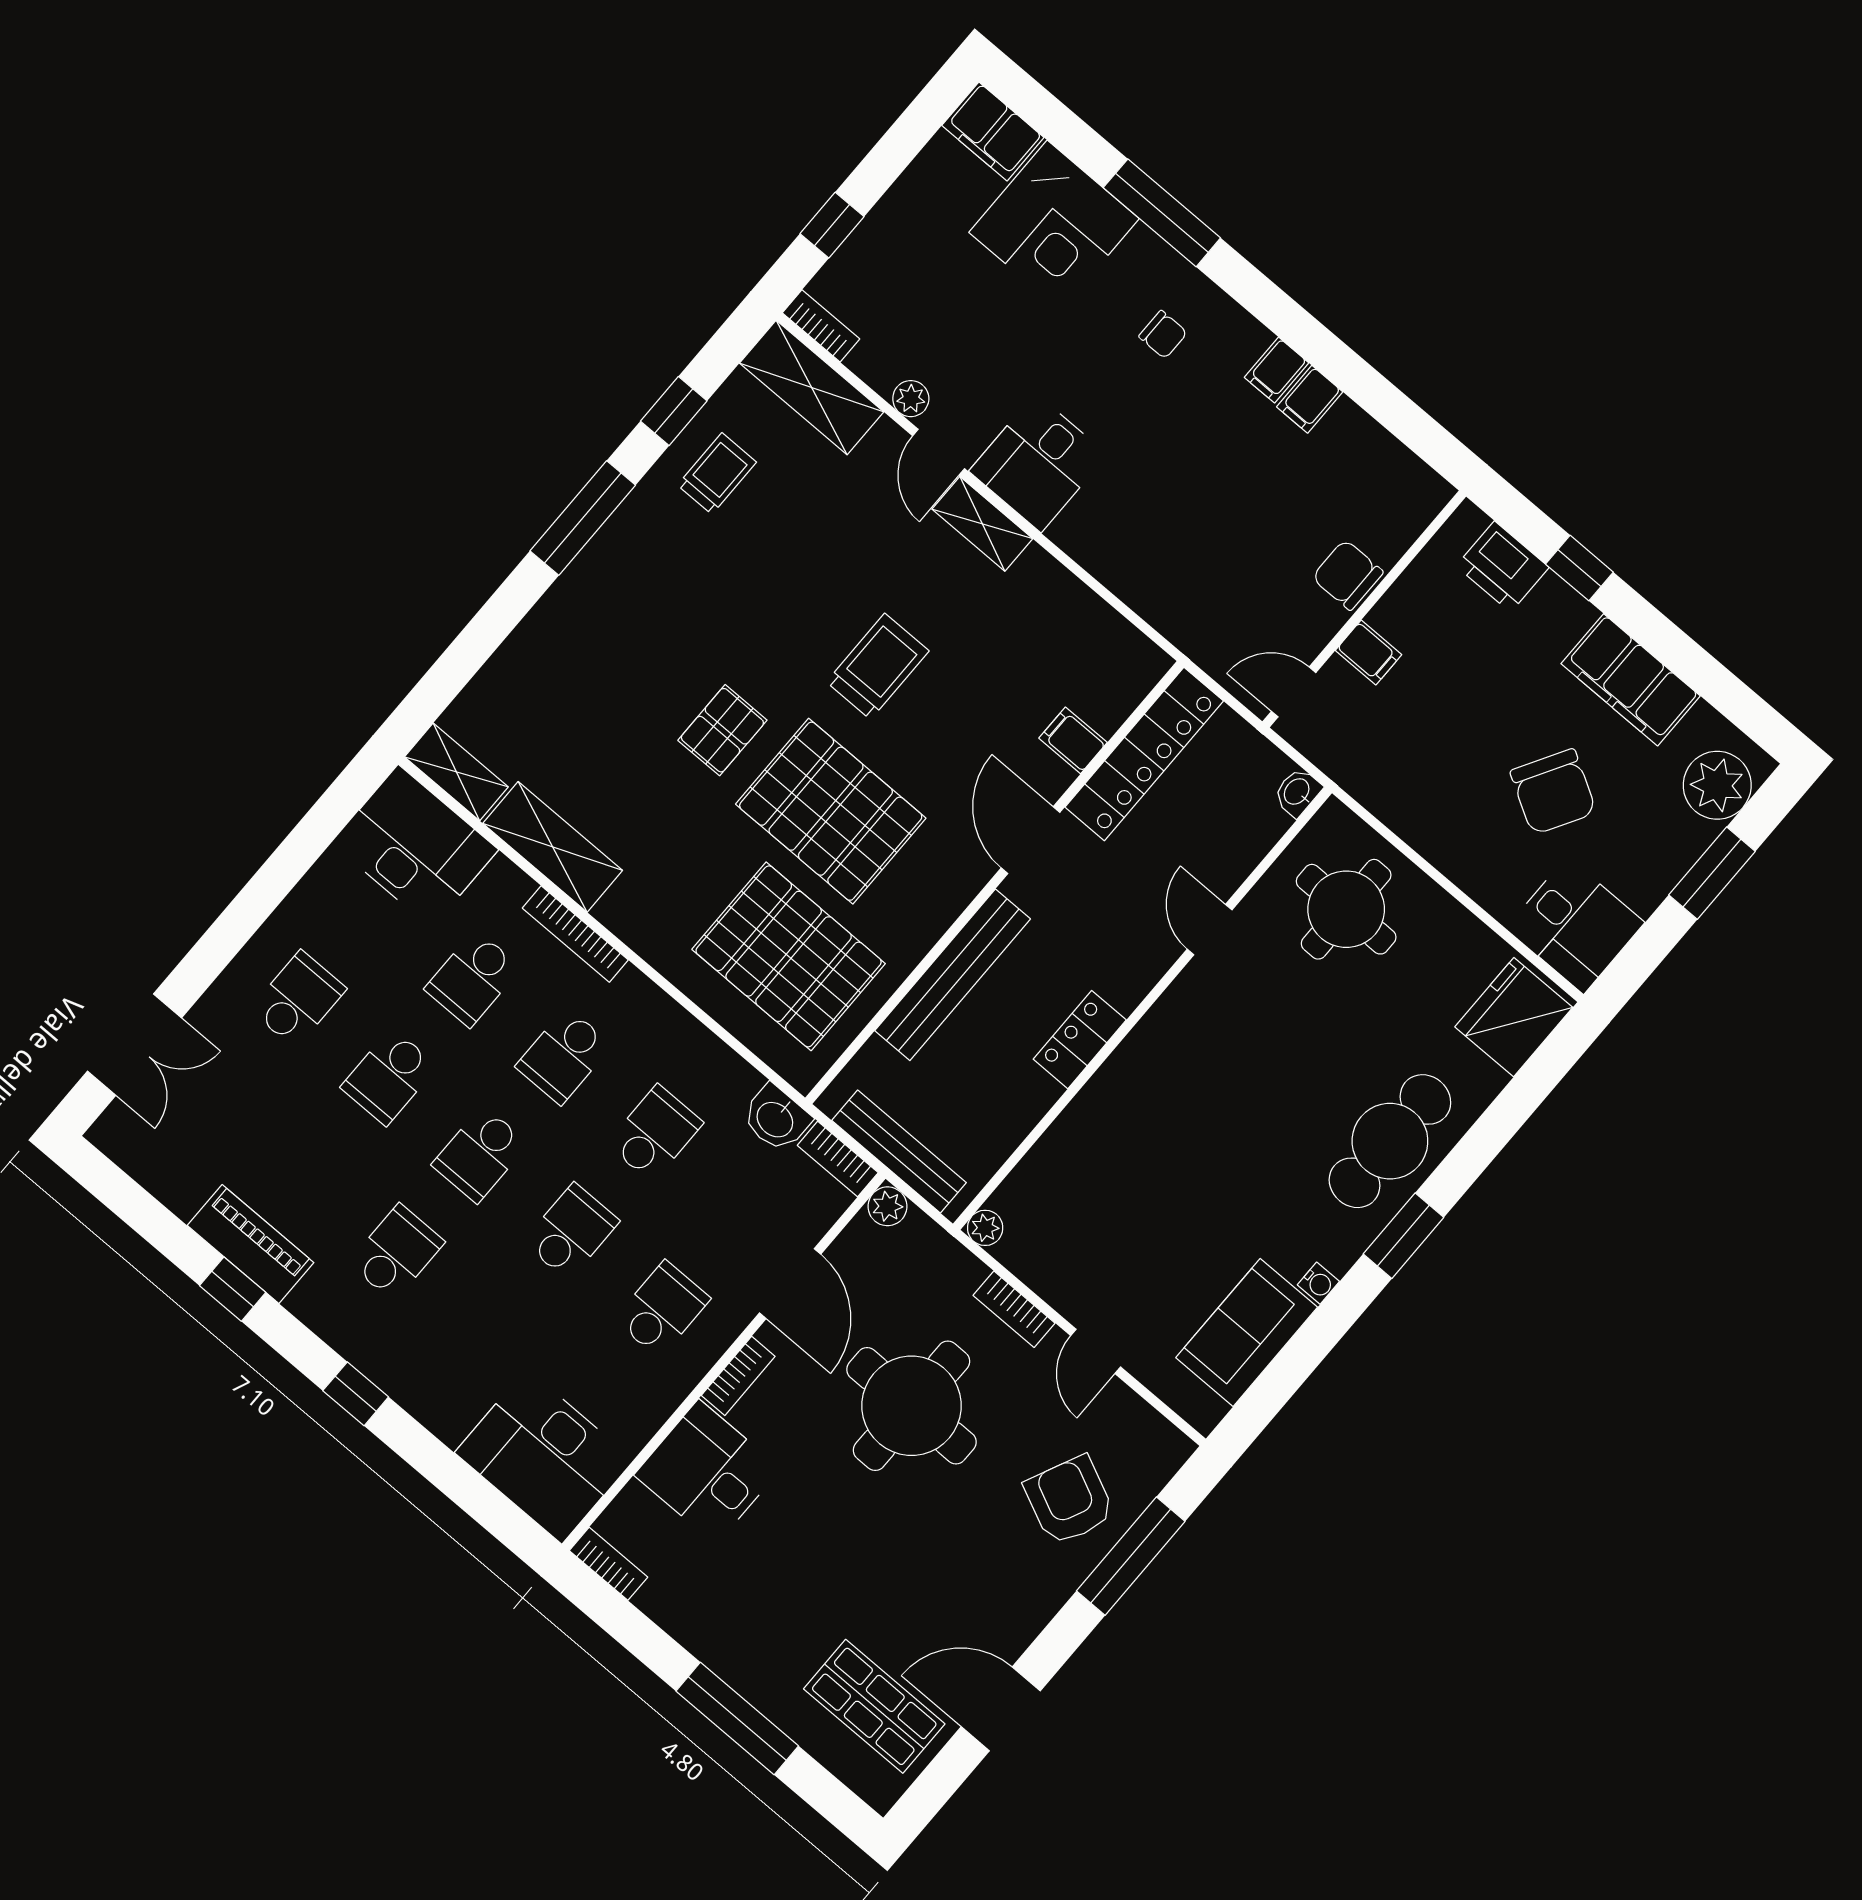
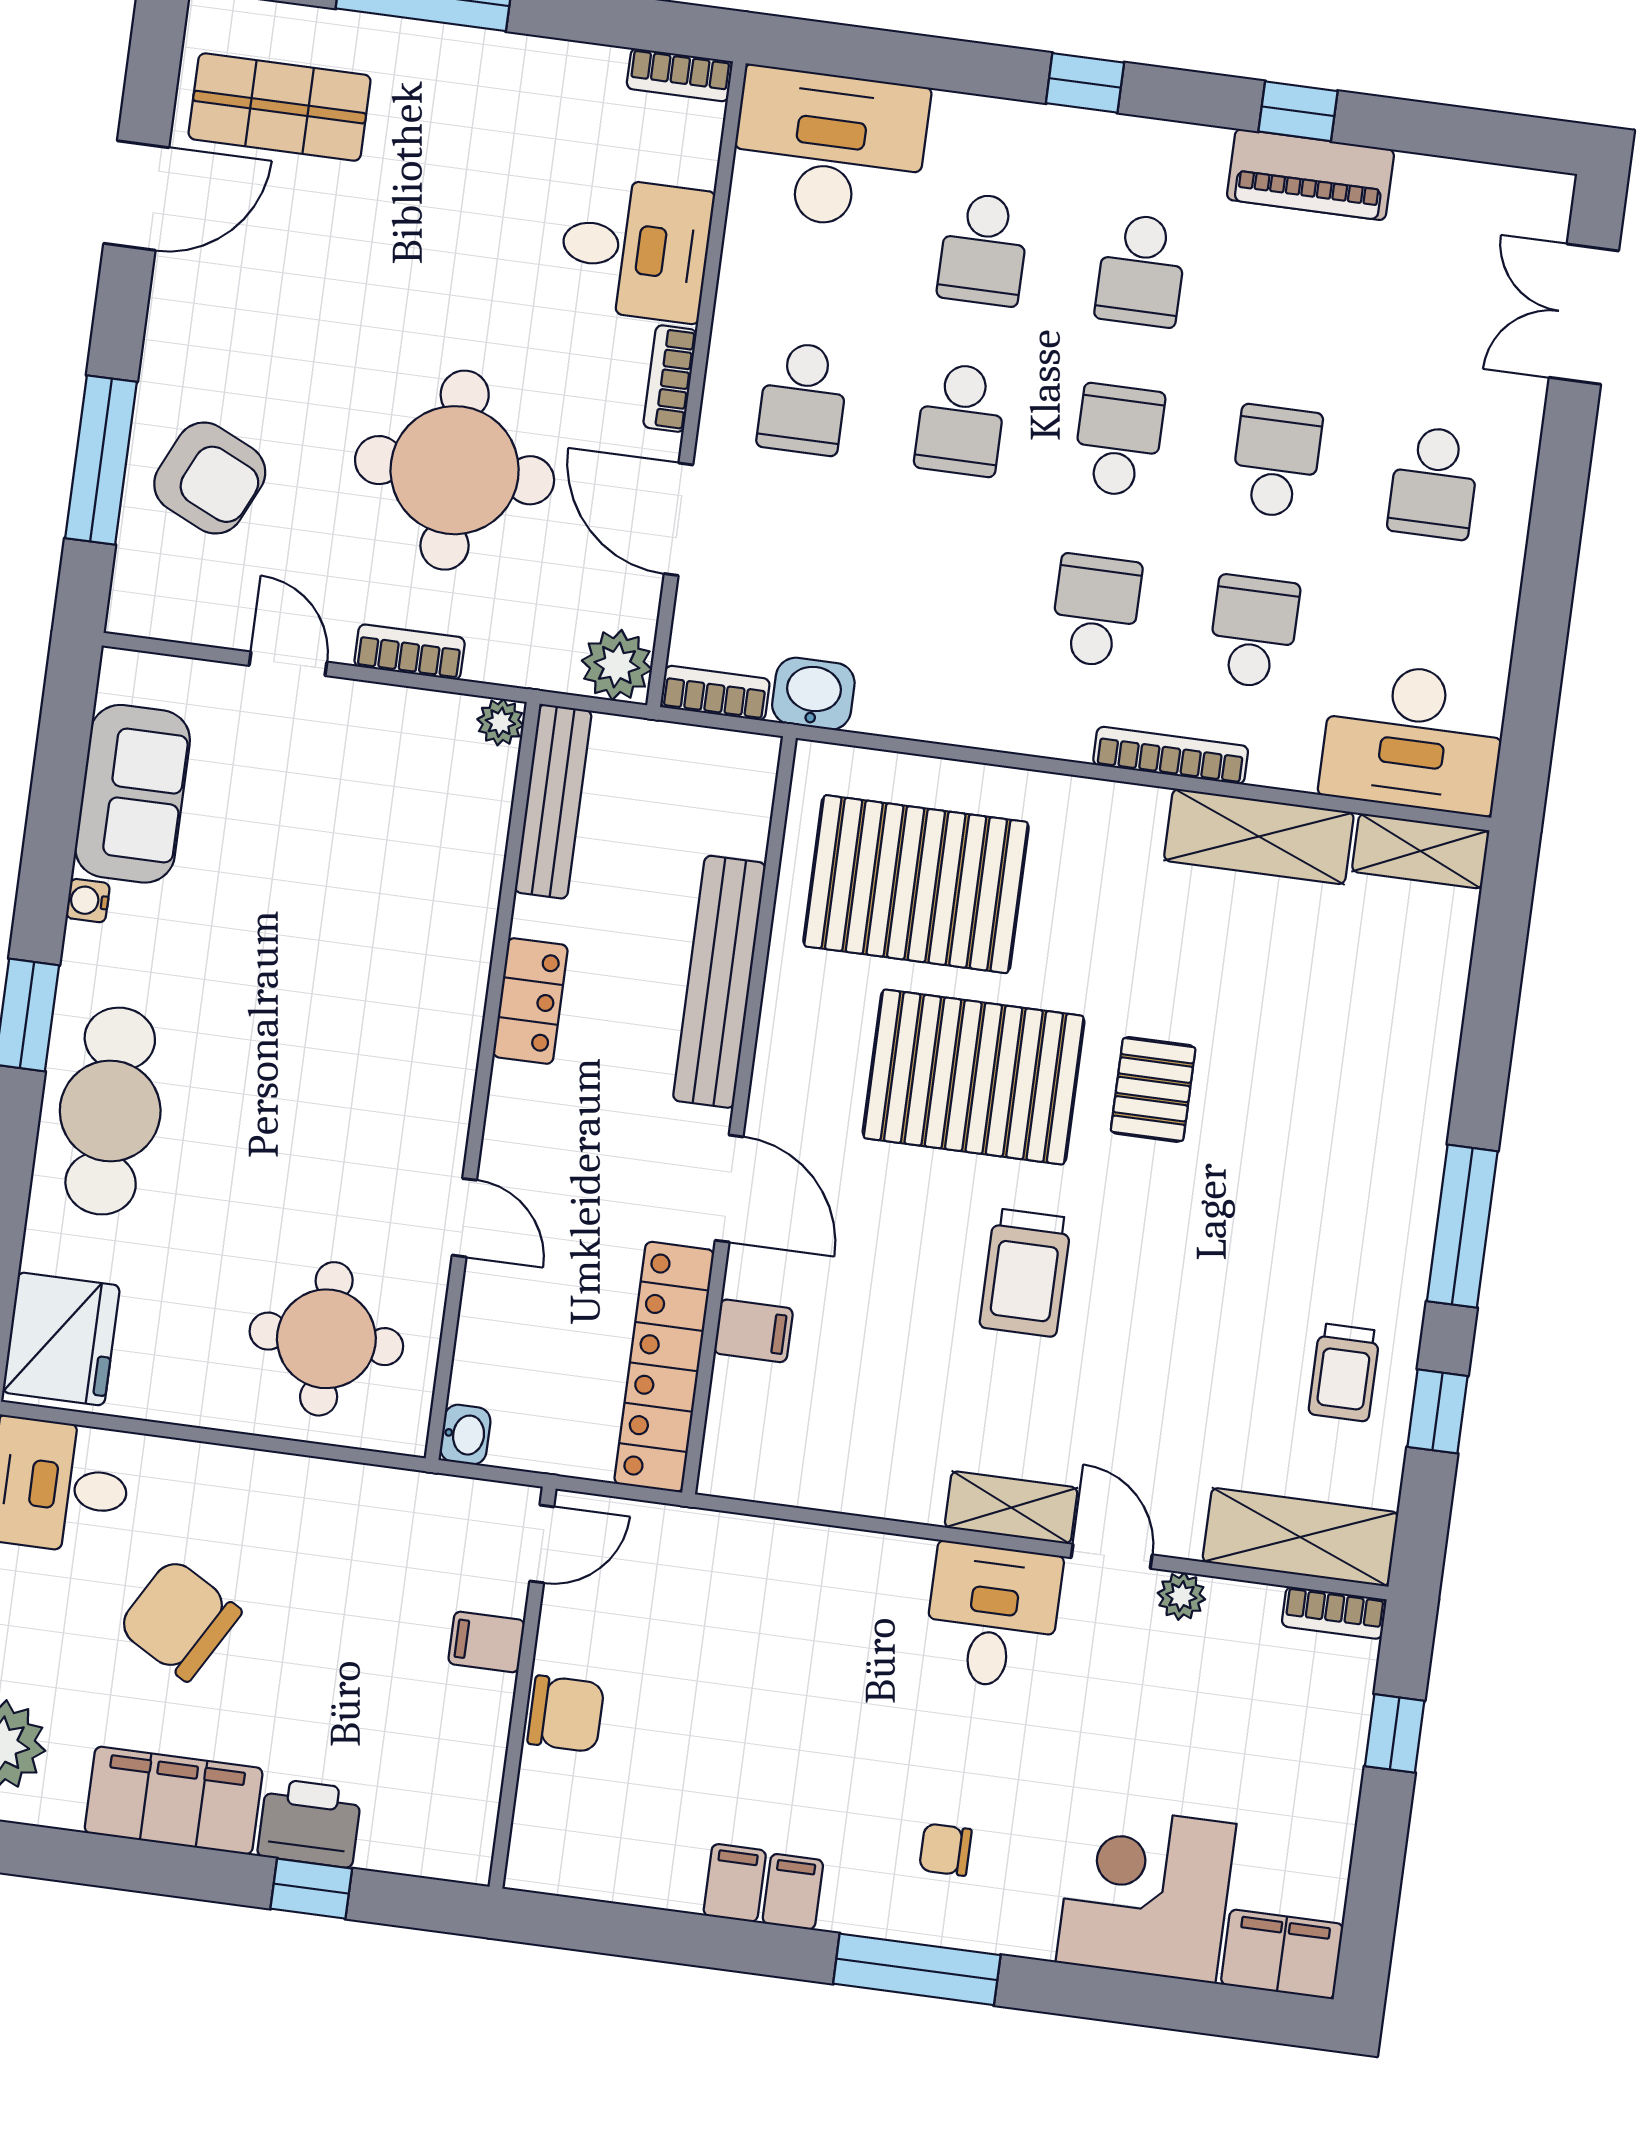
window: (1162, 213) -> (917, 1969), moved
printer: (1502, 567) -> (310, 1823), moved
school desk: (655, 1133) -> (984, 249), moved
bench: (899, 1151) -> (553, 801), moved, turned 90
plant: (888, 1206) -> (617, 665), width x1.38, depth x1.38

